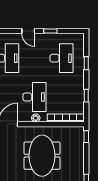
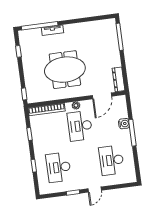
door: (28, 31) -> (95, 190), swing flipped
meeting table: (42, 156) -> (65, 70), turned 90

